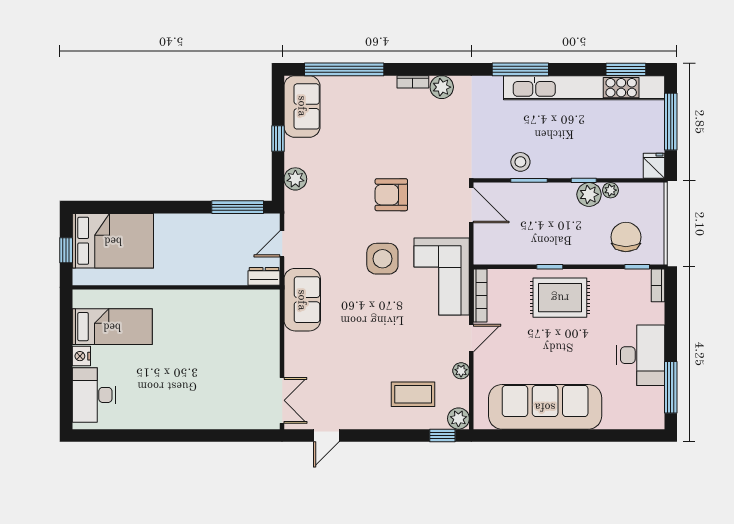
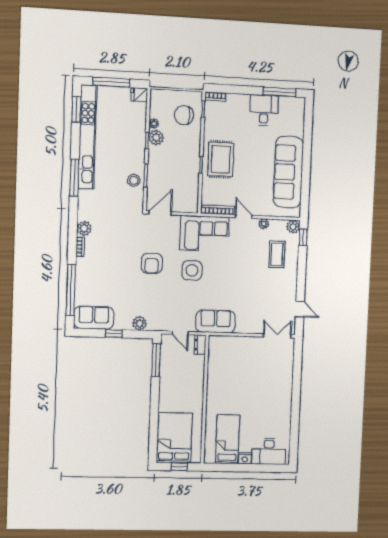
desk: (641, 355) -> (264, 110), width x0.73

